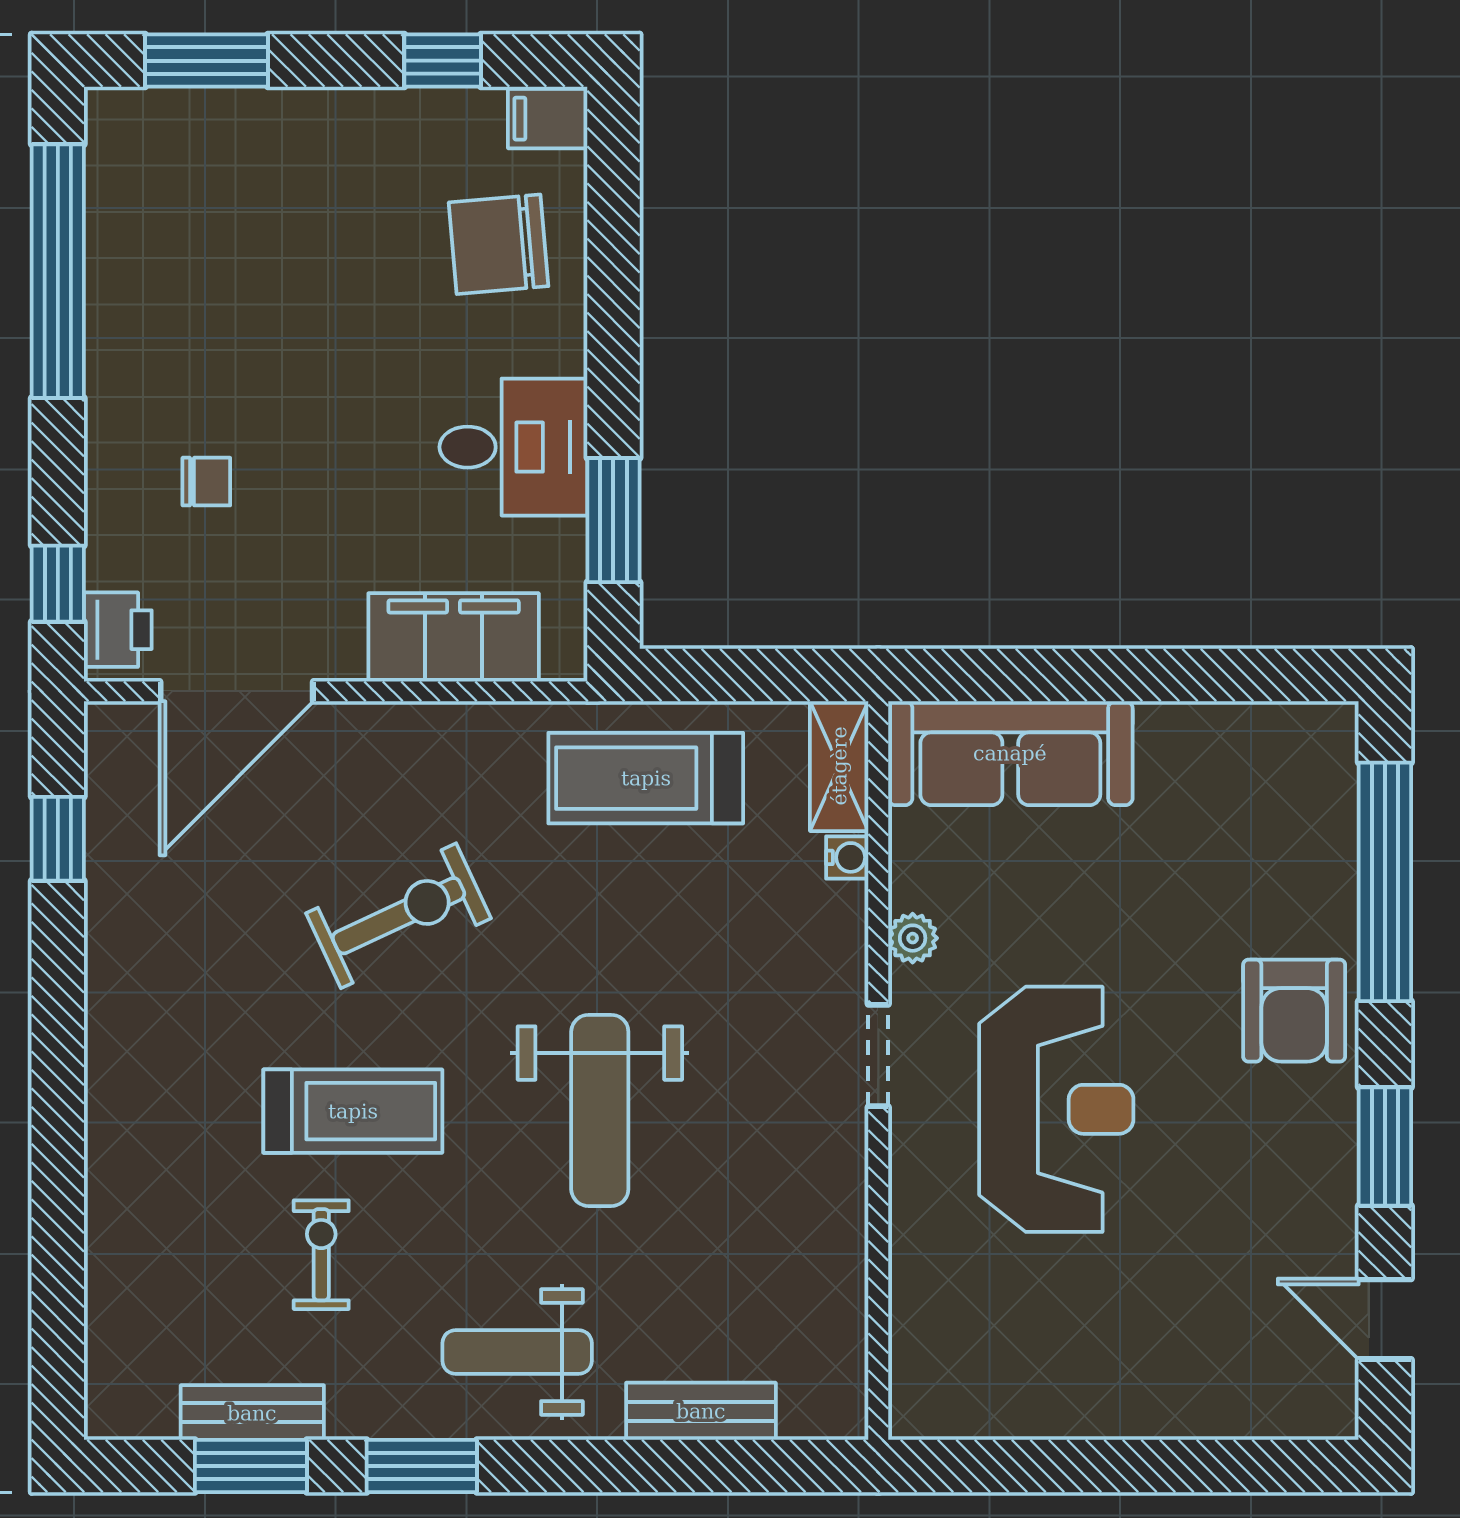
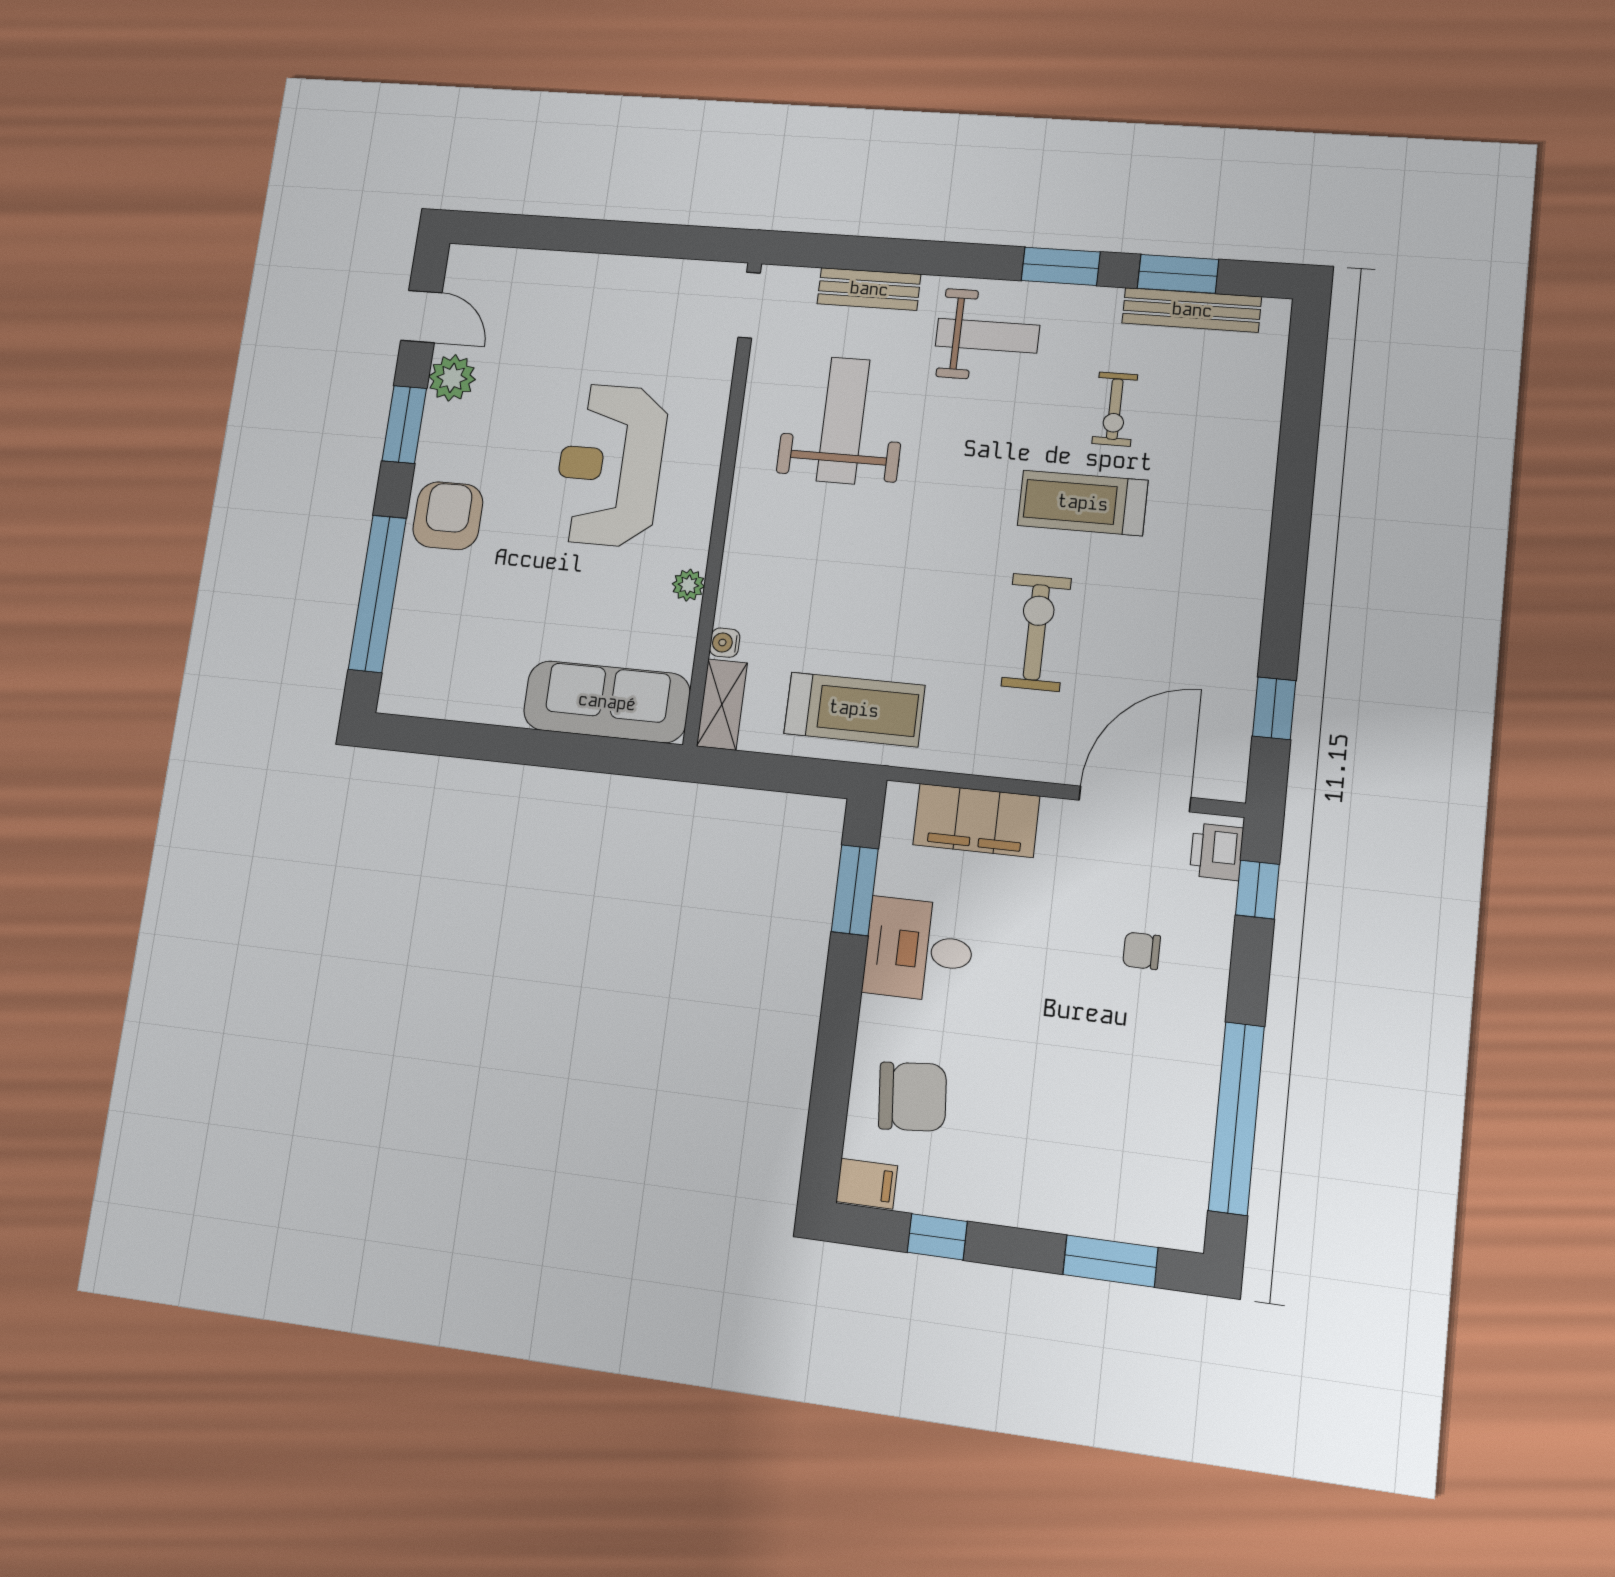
exercise bike: (399, 916) -> (1036, 632), turned 115
doorway: (878, 1055) -> (749, 305), moved
weight bench: (600, 1110) -> (843, 420), moved
plant: (1321, 1225) -> (452, 378), added
bench: (252, 1413) -> (1192, 310), width x1.36

